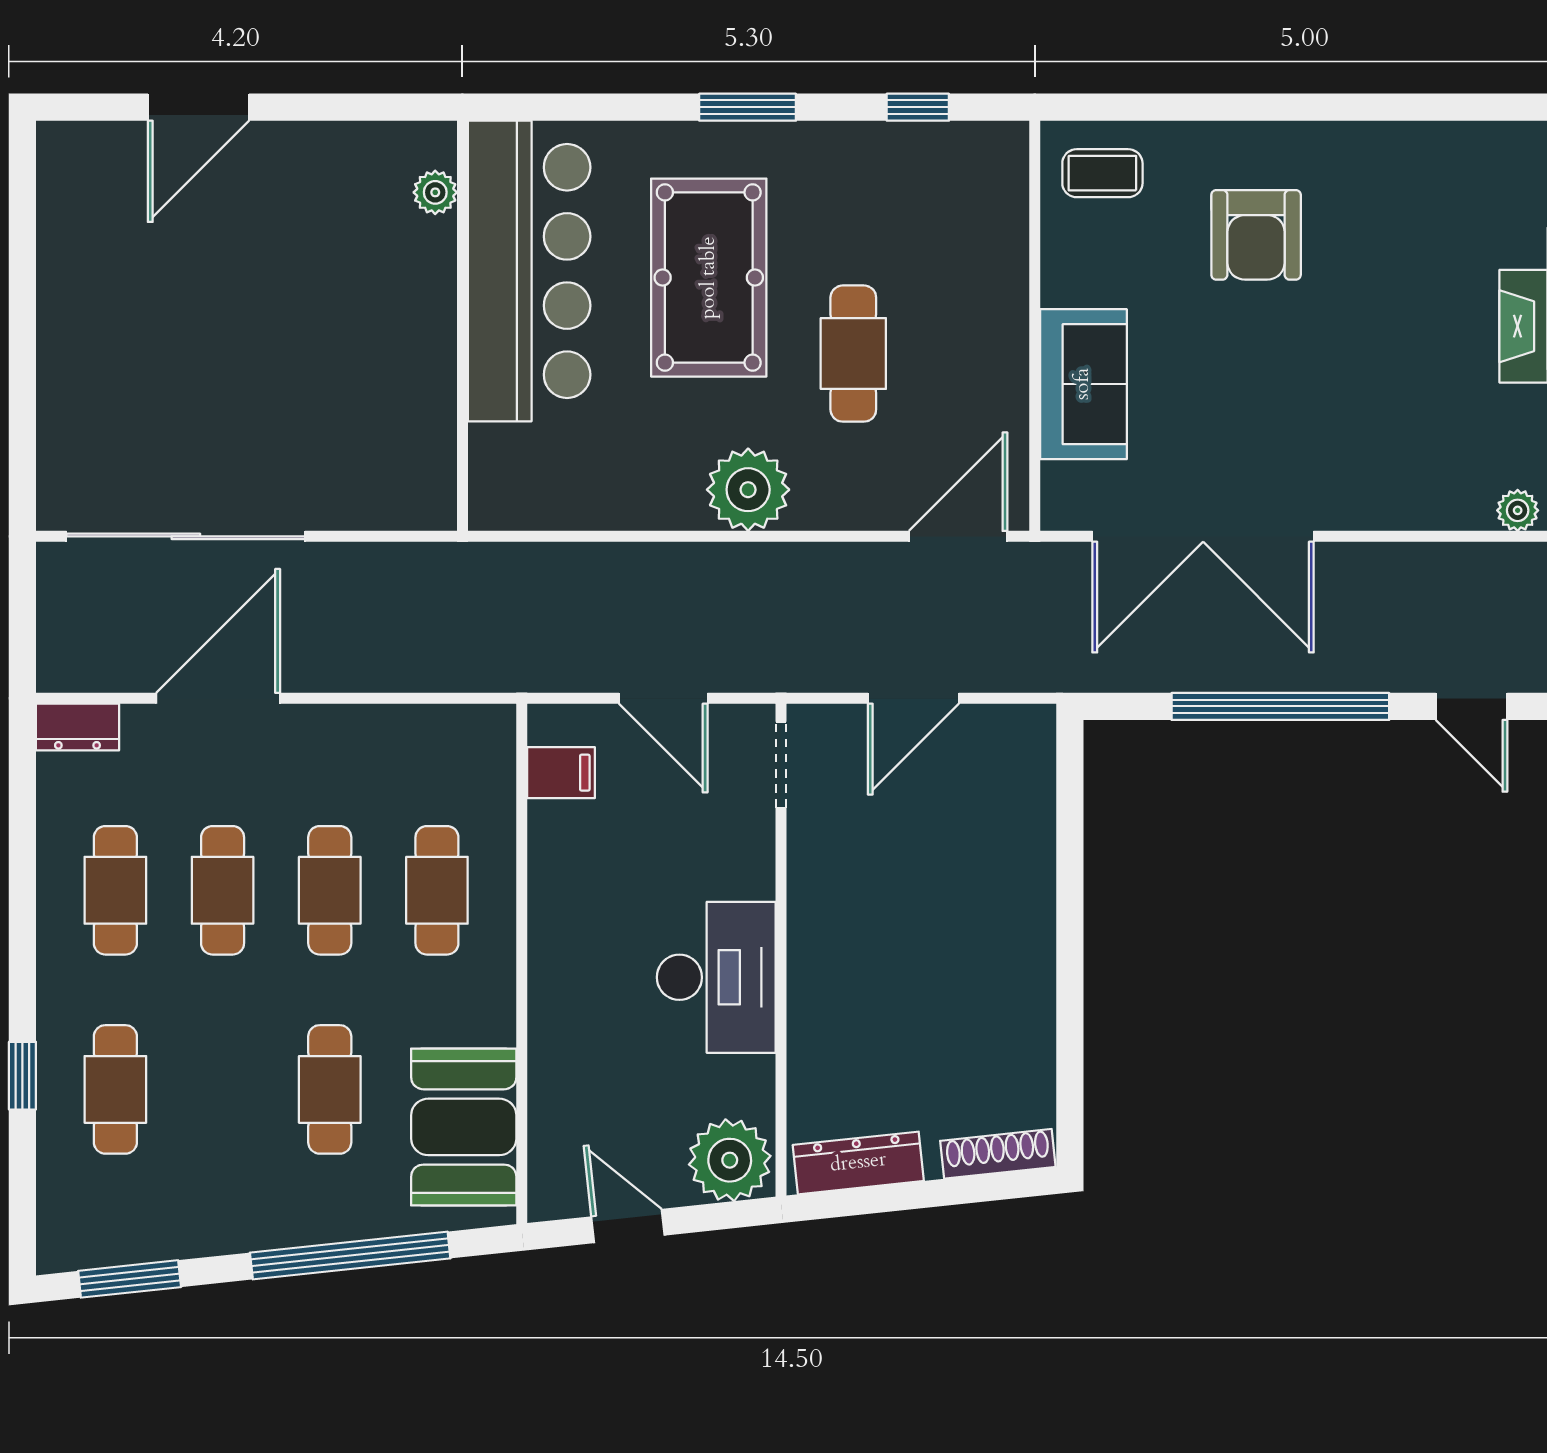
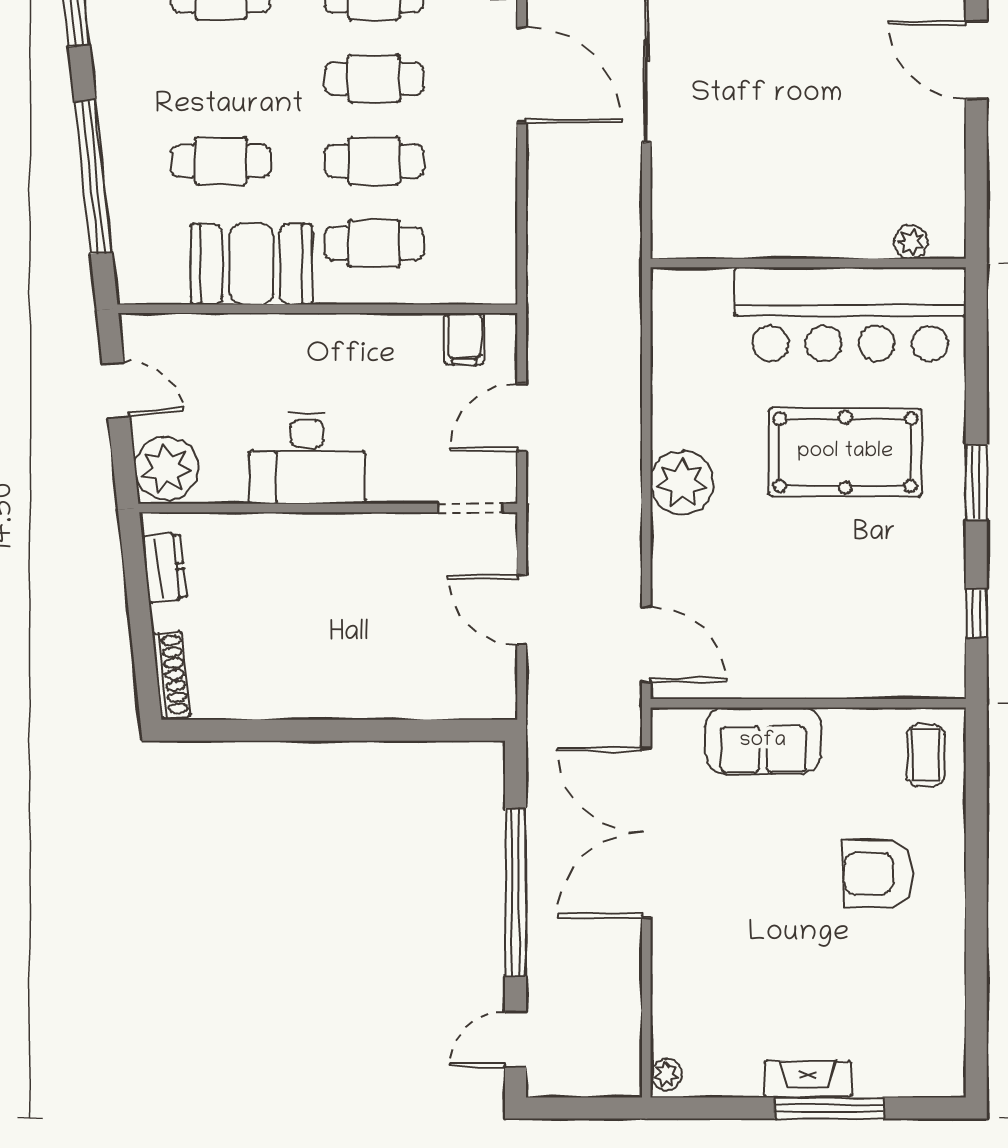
cafe table: (853, 354) -> (787, 564), removed
booth: (464, 1127) -> (251, 264), moved
dresser: (858, 1163) -> (164, 568), width x0.70
door: (628, 1226) -> (116, 390), hinge flipped

